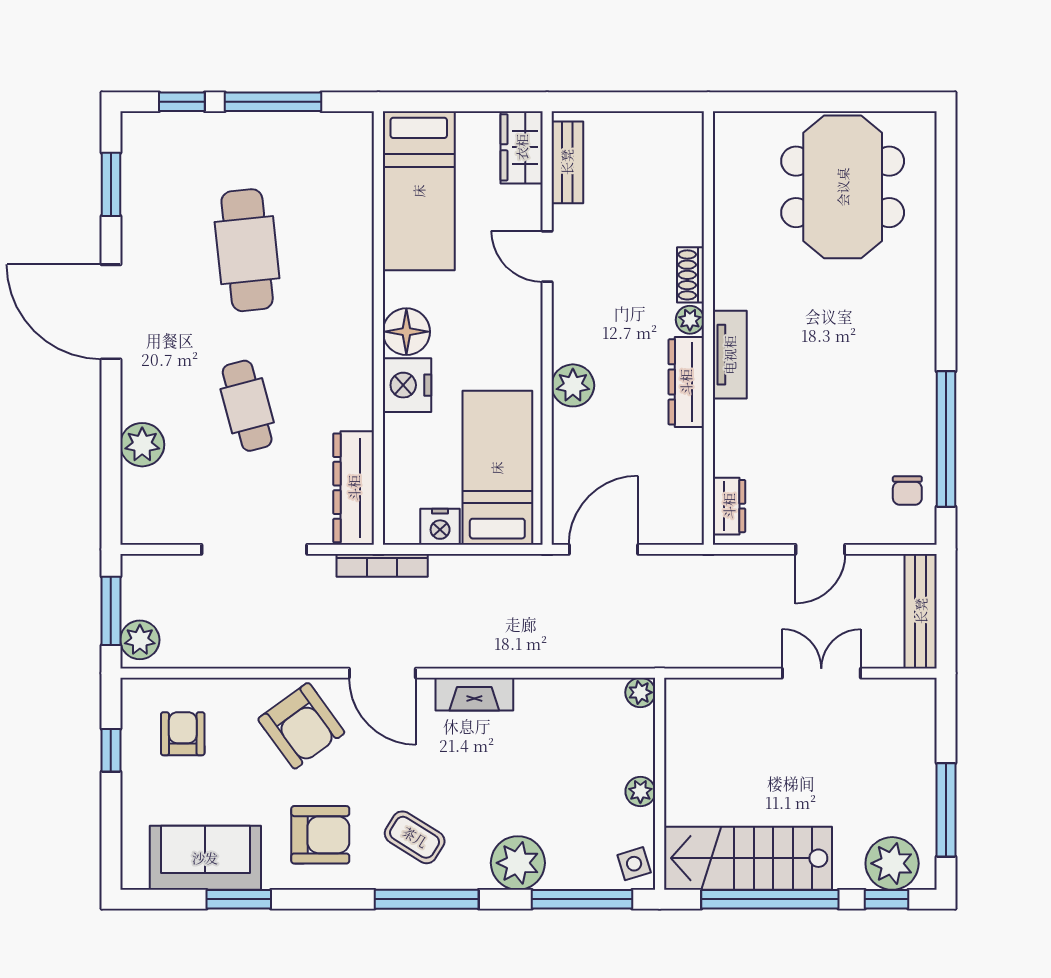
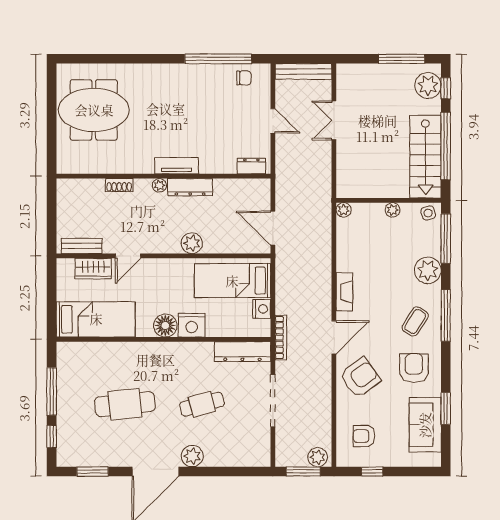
wardrobe: (522, 147) -> (93, 269), moved
shoe rack: (690, 275) -> (119, 185), moved
plant: (142, 445) -> (192, 456), moved

